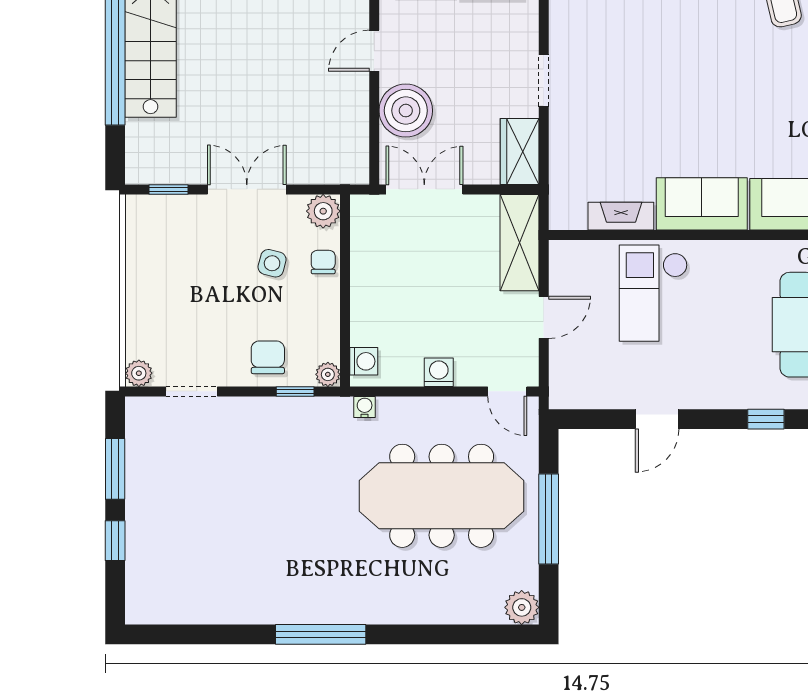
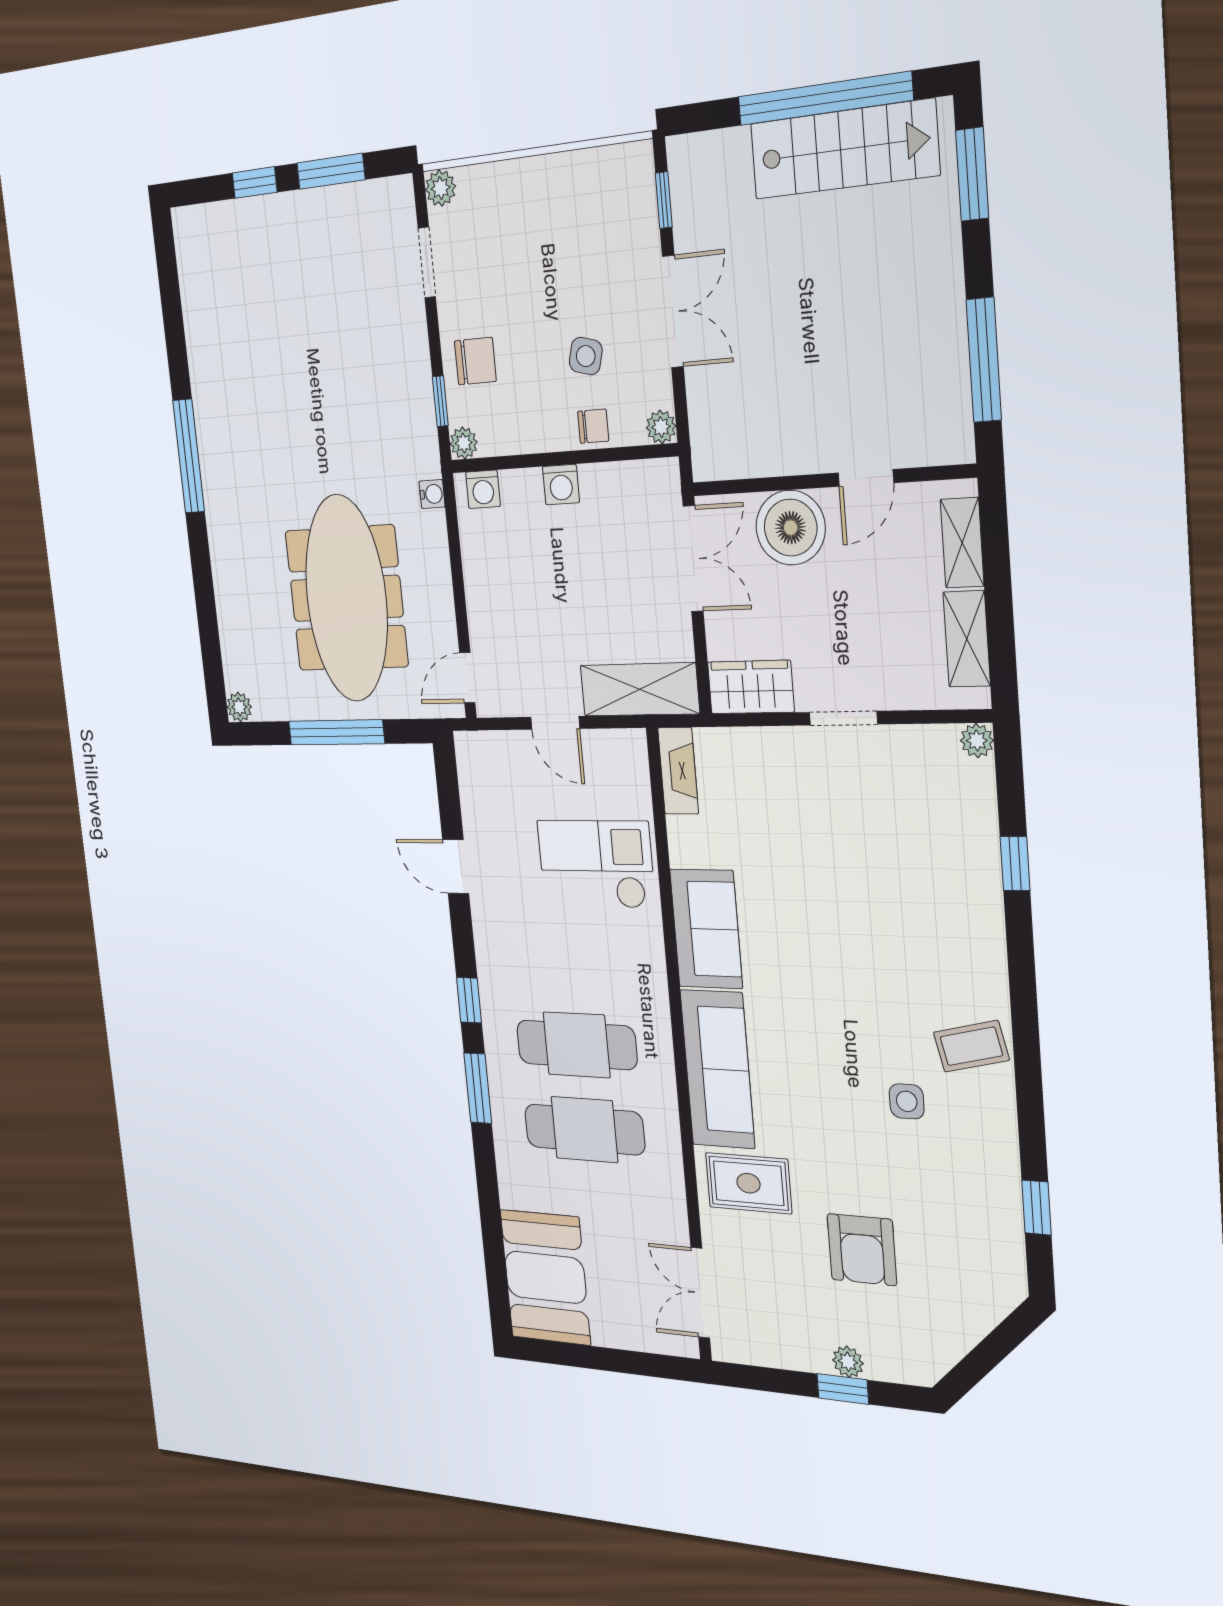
door: (374, 51) -> (866, 478), swing flipped
plant: (323, 211) -> (661, 427), width x0.73, depth x0.73
fireplace: (621, 216) -> (678, 771), moved
washing machine: (439, 372) -> (561, 485), moved, turned 90
plant: (522, 607) -> (239, 707), width x0.73, depth x0.73

